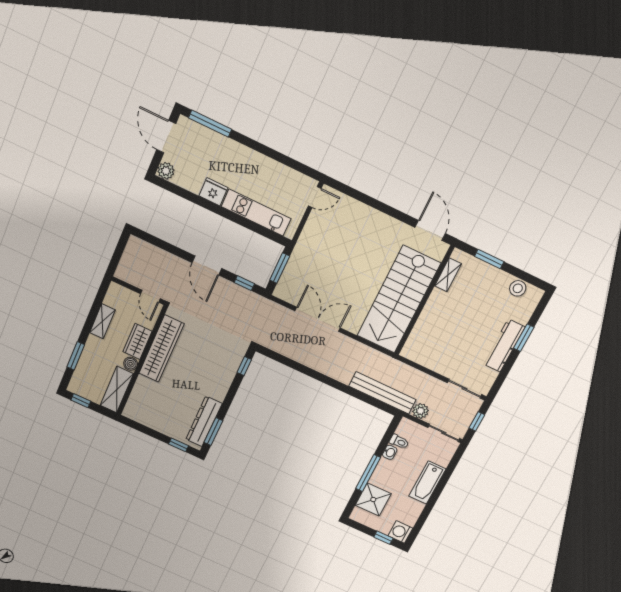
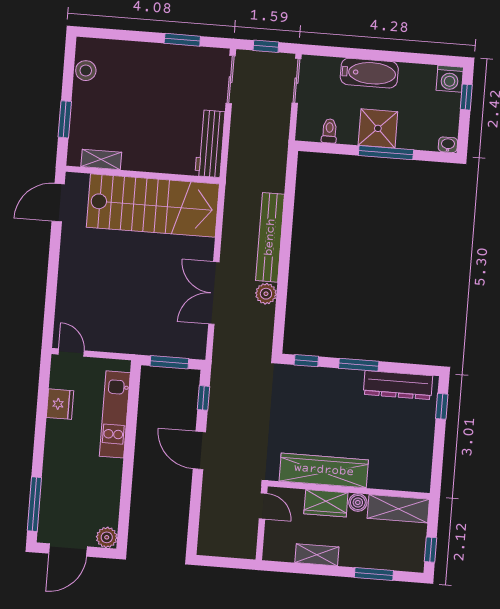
fridge: (213, 192) -> (60, 404), moved, turned 180
door: (207, 265) -> (199, 450), swing flipped
door: (150, 296) -> (263, 506), hinge flipped
window: (524, 338) -> (182, 40), moved
workbench: (504, 346) -> (210, 144), moved, turned 90
bench: (382, 393) -> (270, 237), moved
plant: (420, 411) -> (266, 294), moved
window: (213, 432) -> (359, 365), moved
washbasin: (390, 452) -> (448, 145), moved
shower: (373, 500) -> (378, 128), moved

